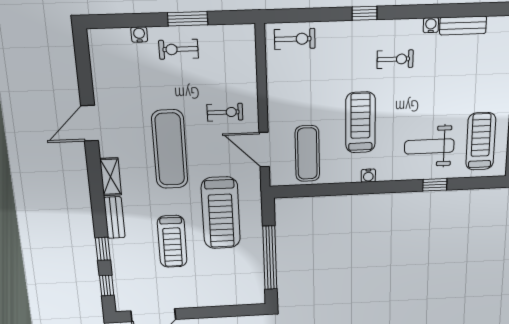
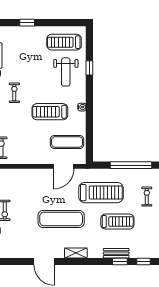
exercise bike: (225, 112) -> (147, 197), moved
bench: (114, 218) -> (116, 253), moved

